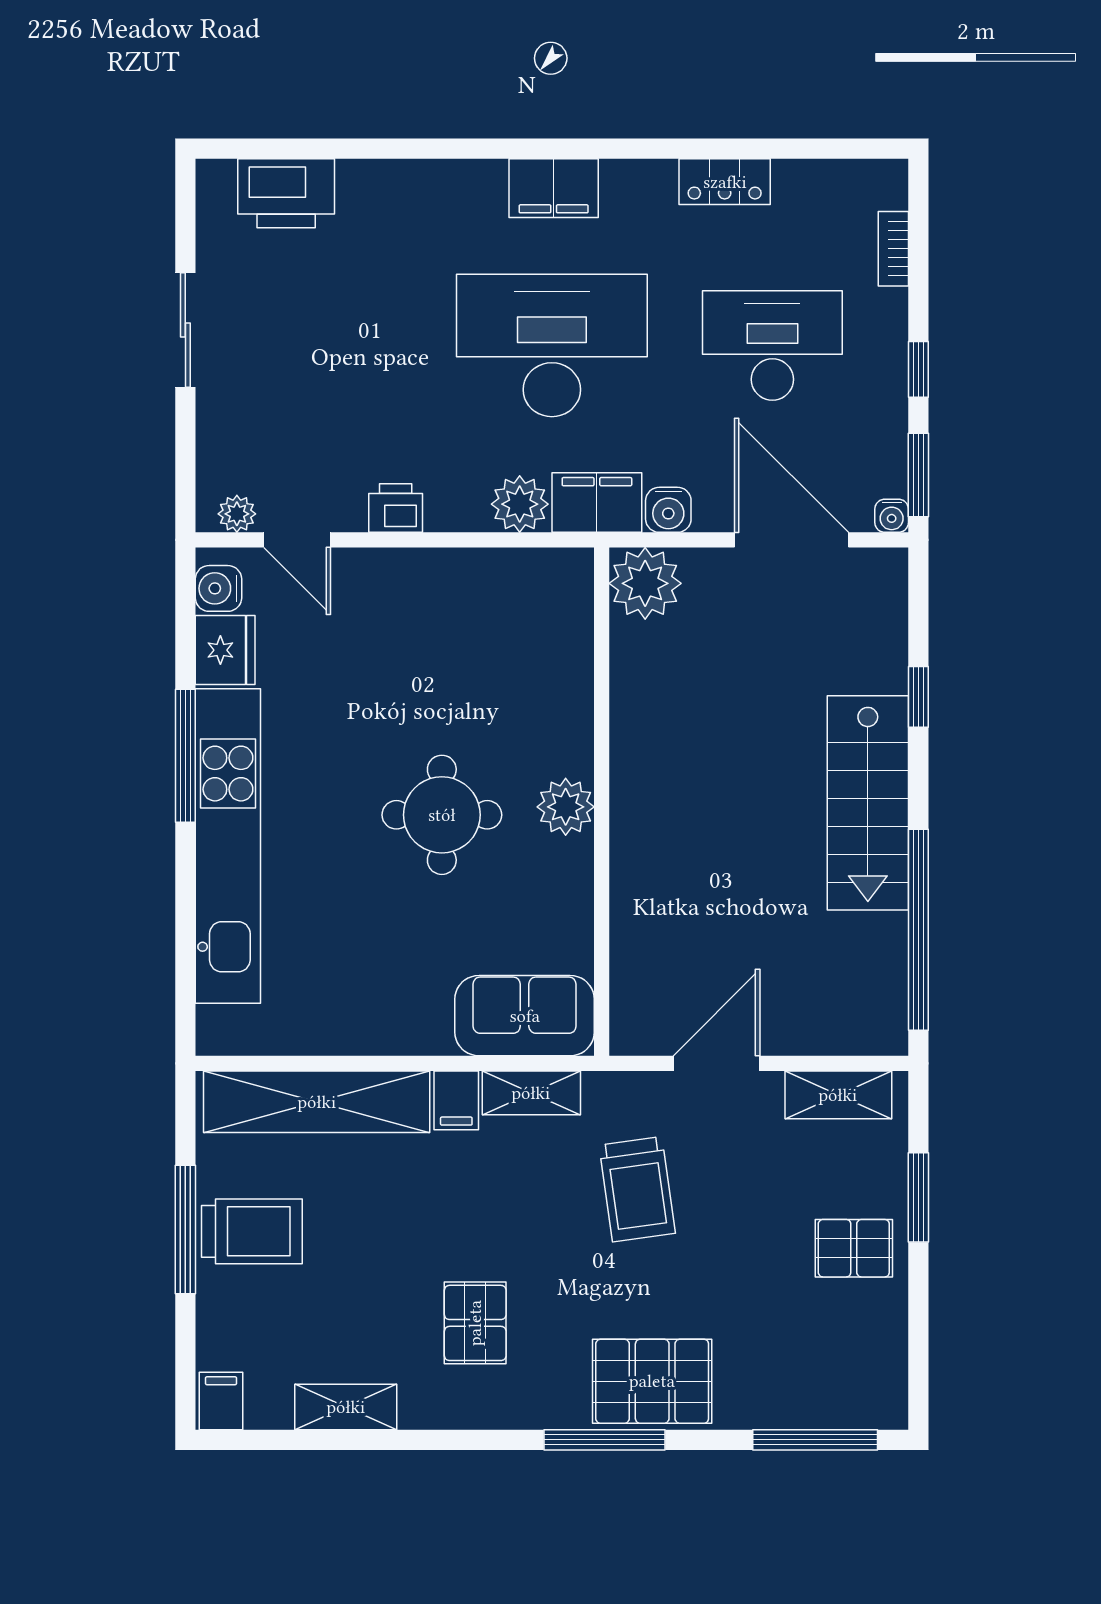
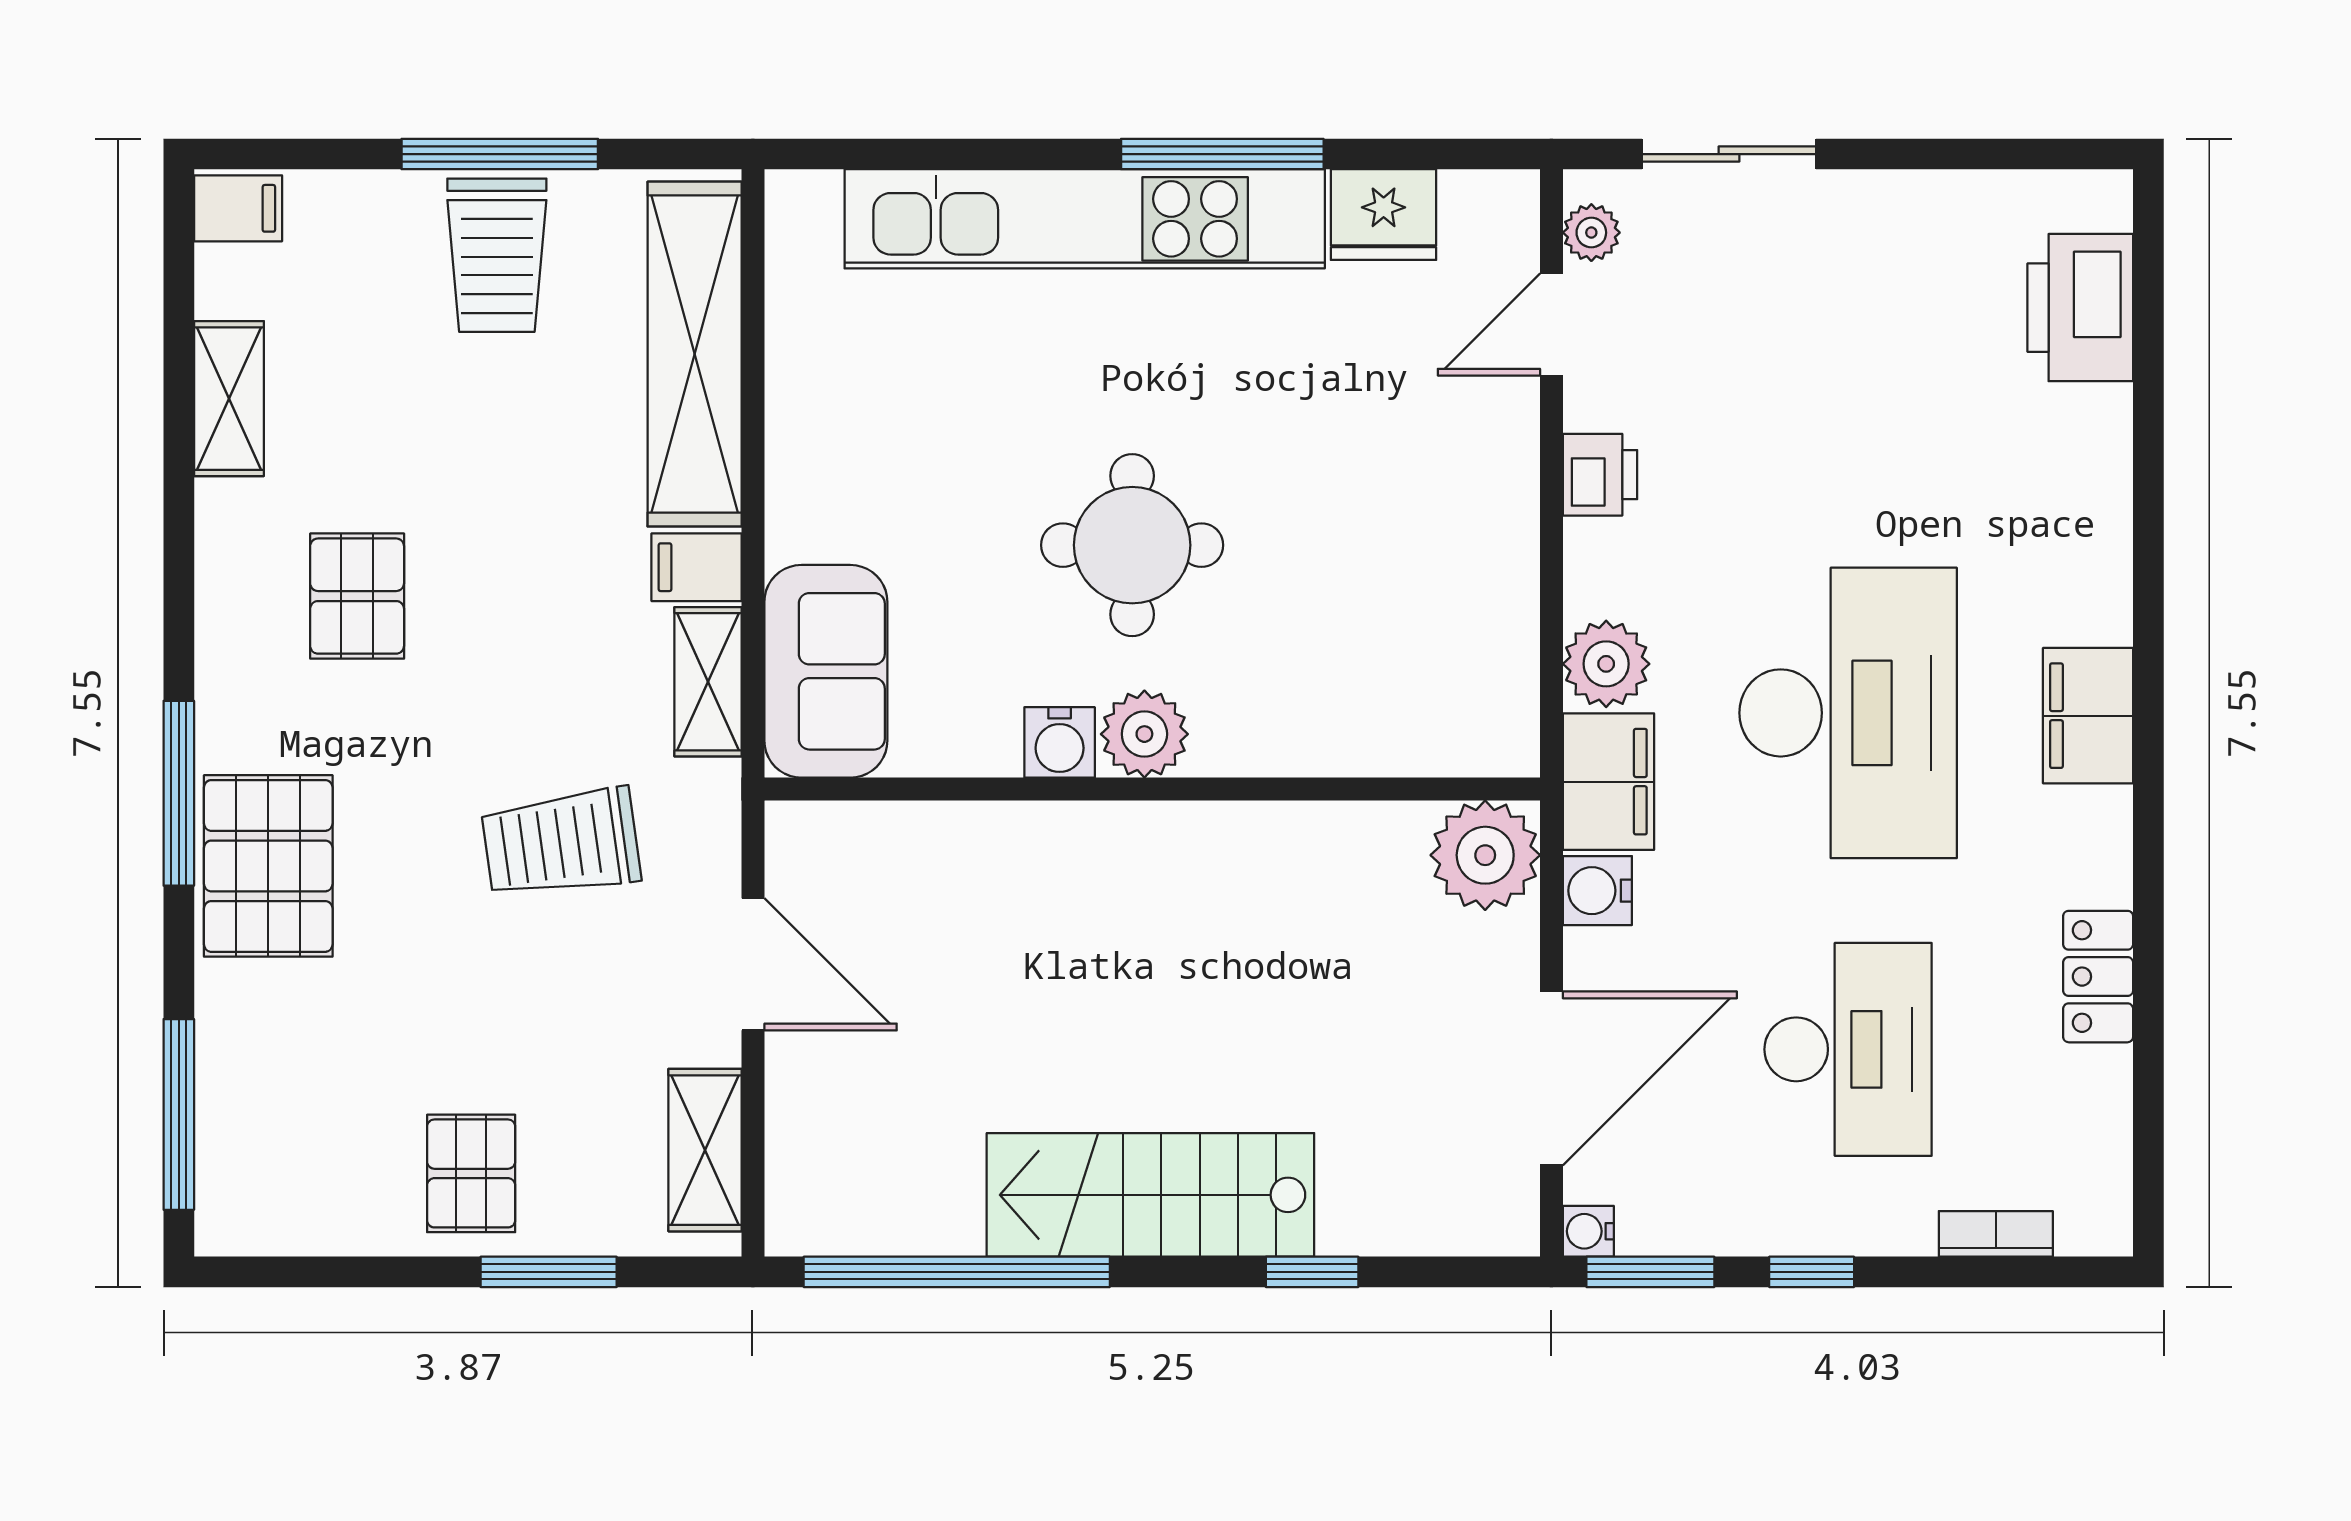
sliding door: (185, 330) -> (1729, 154), moved
water cooler: (218, 588) -> (1060, 742), moved, turned 180
pallet: (475, 1323) -> (357, 596), turned 90

